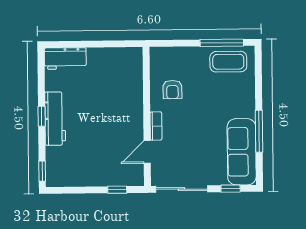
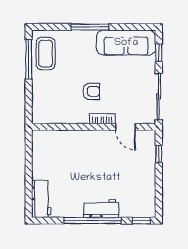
armchair: (172, 90) -> (91, 91), moved
window: (42, 116) -> (93, 221), width x3.17
workbench: (55, 119) -> (101, 209), width x0.73
window: (259, 131) -> (90, 27), moved

